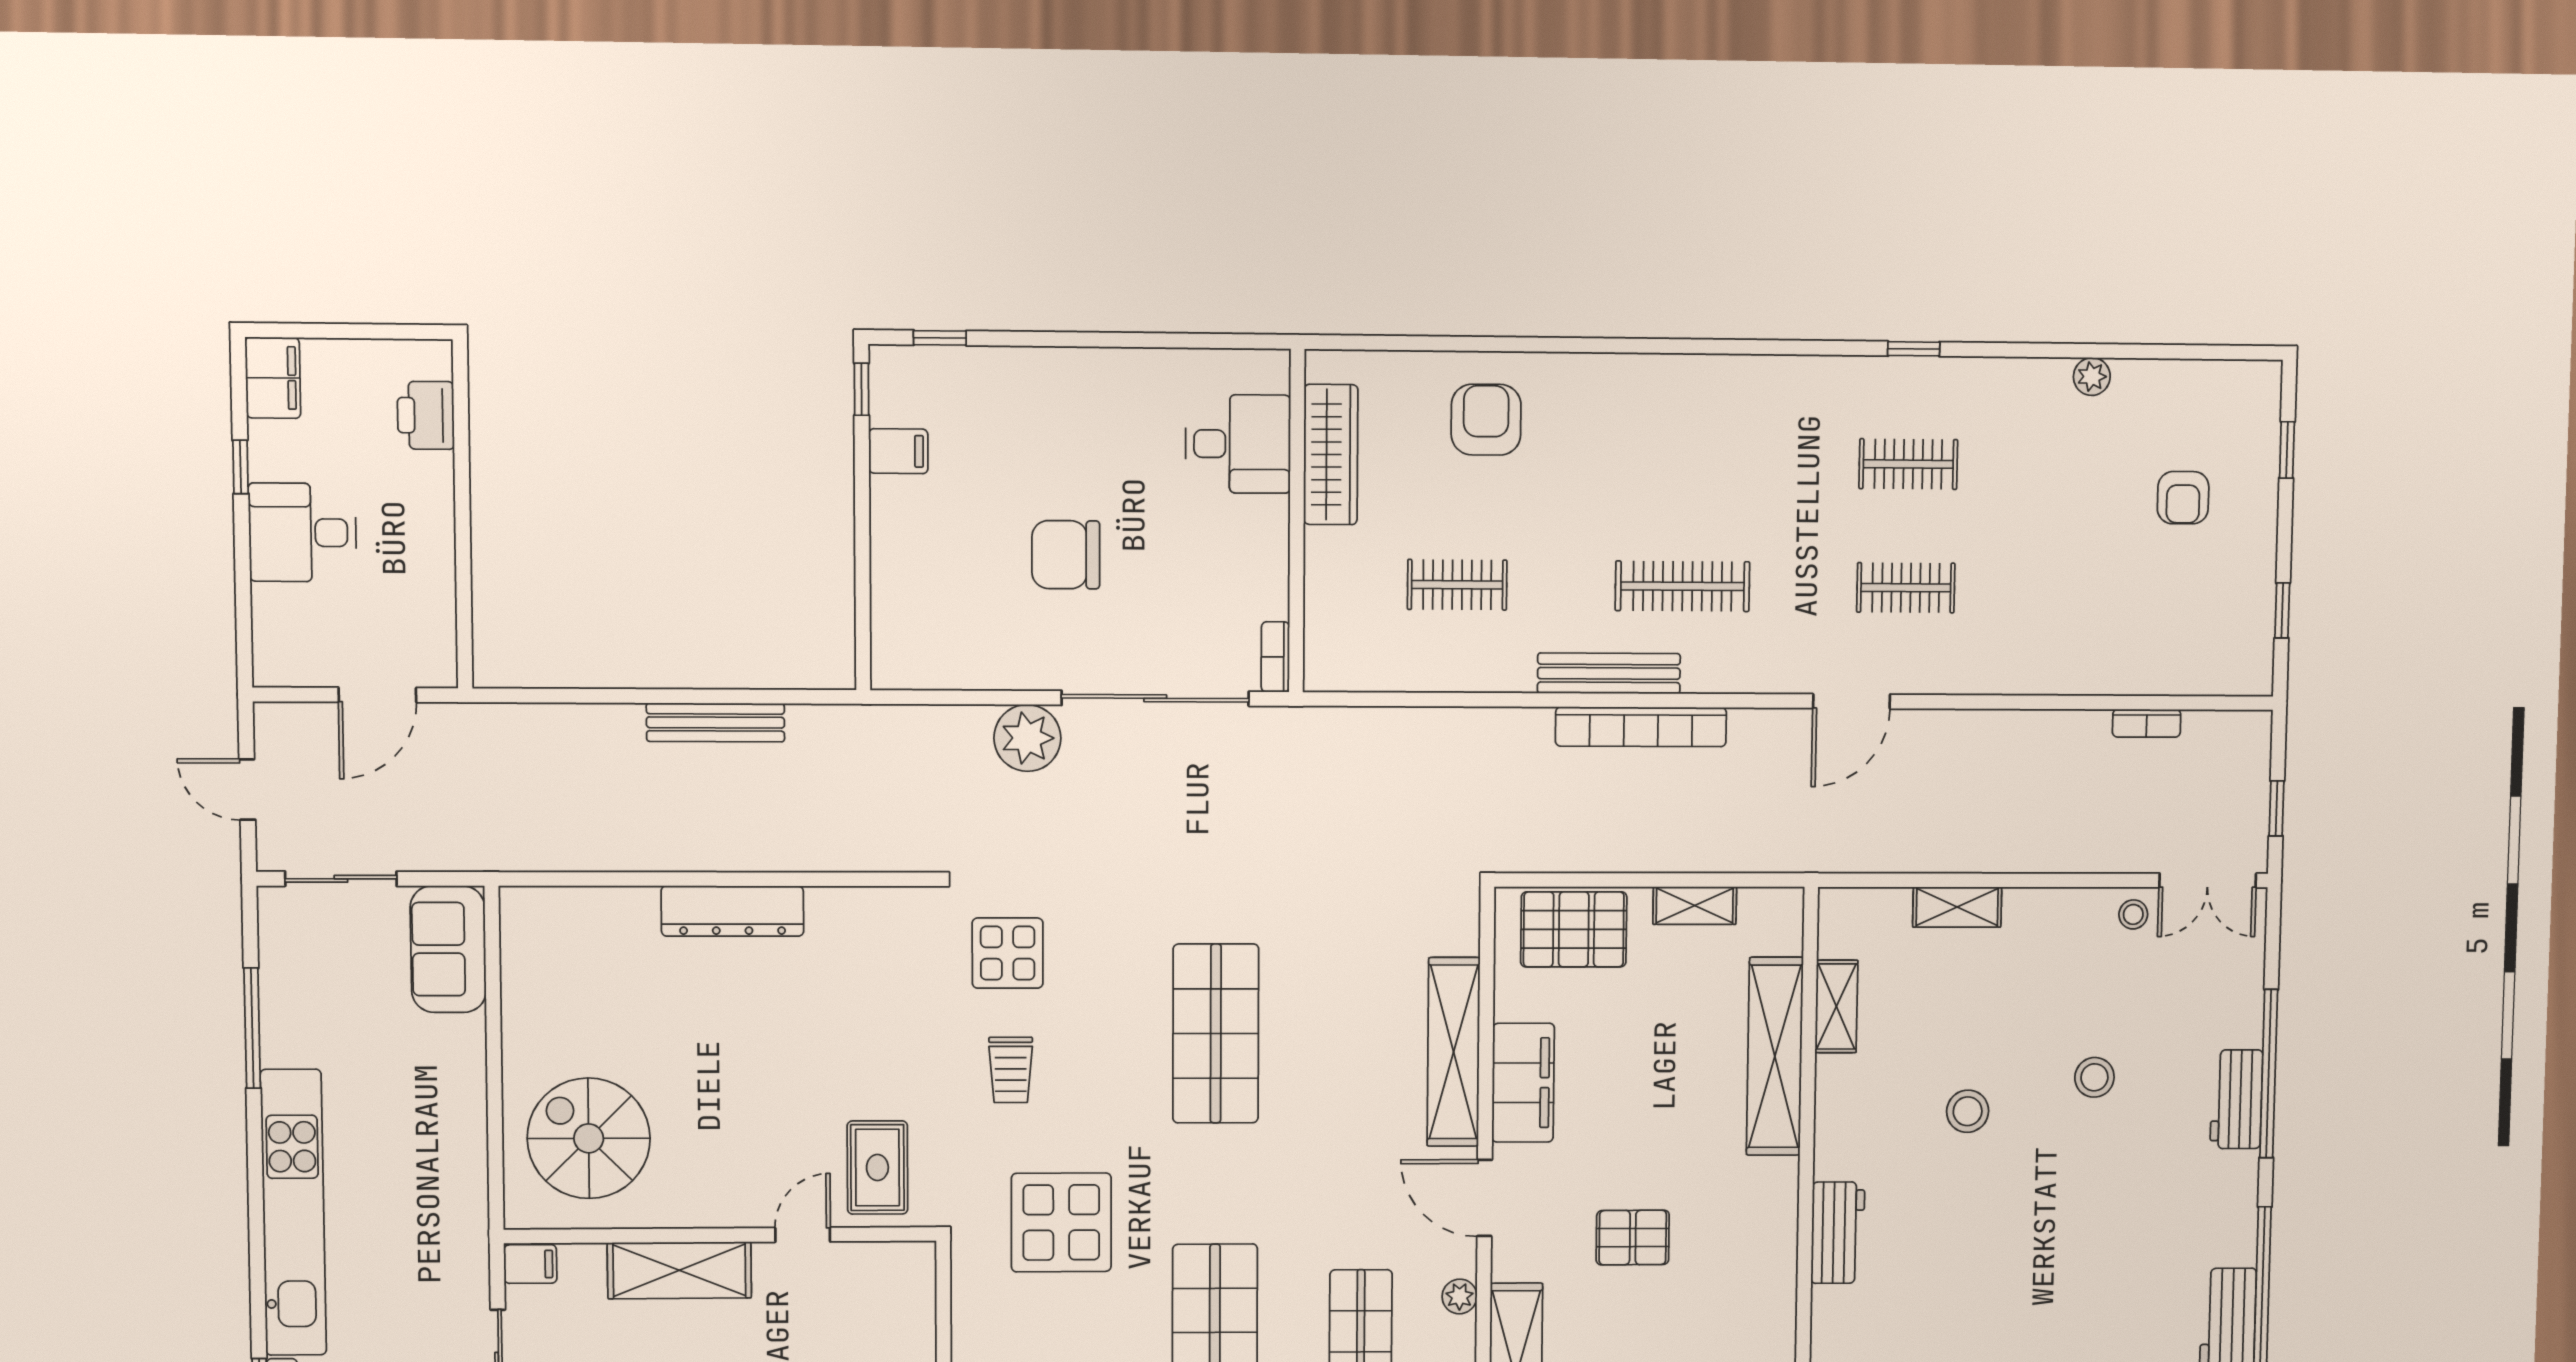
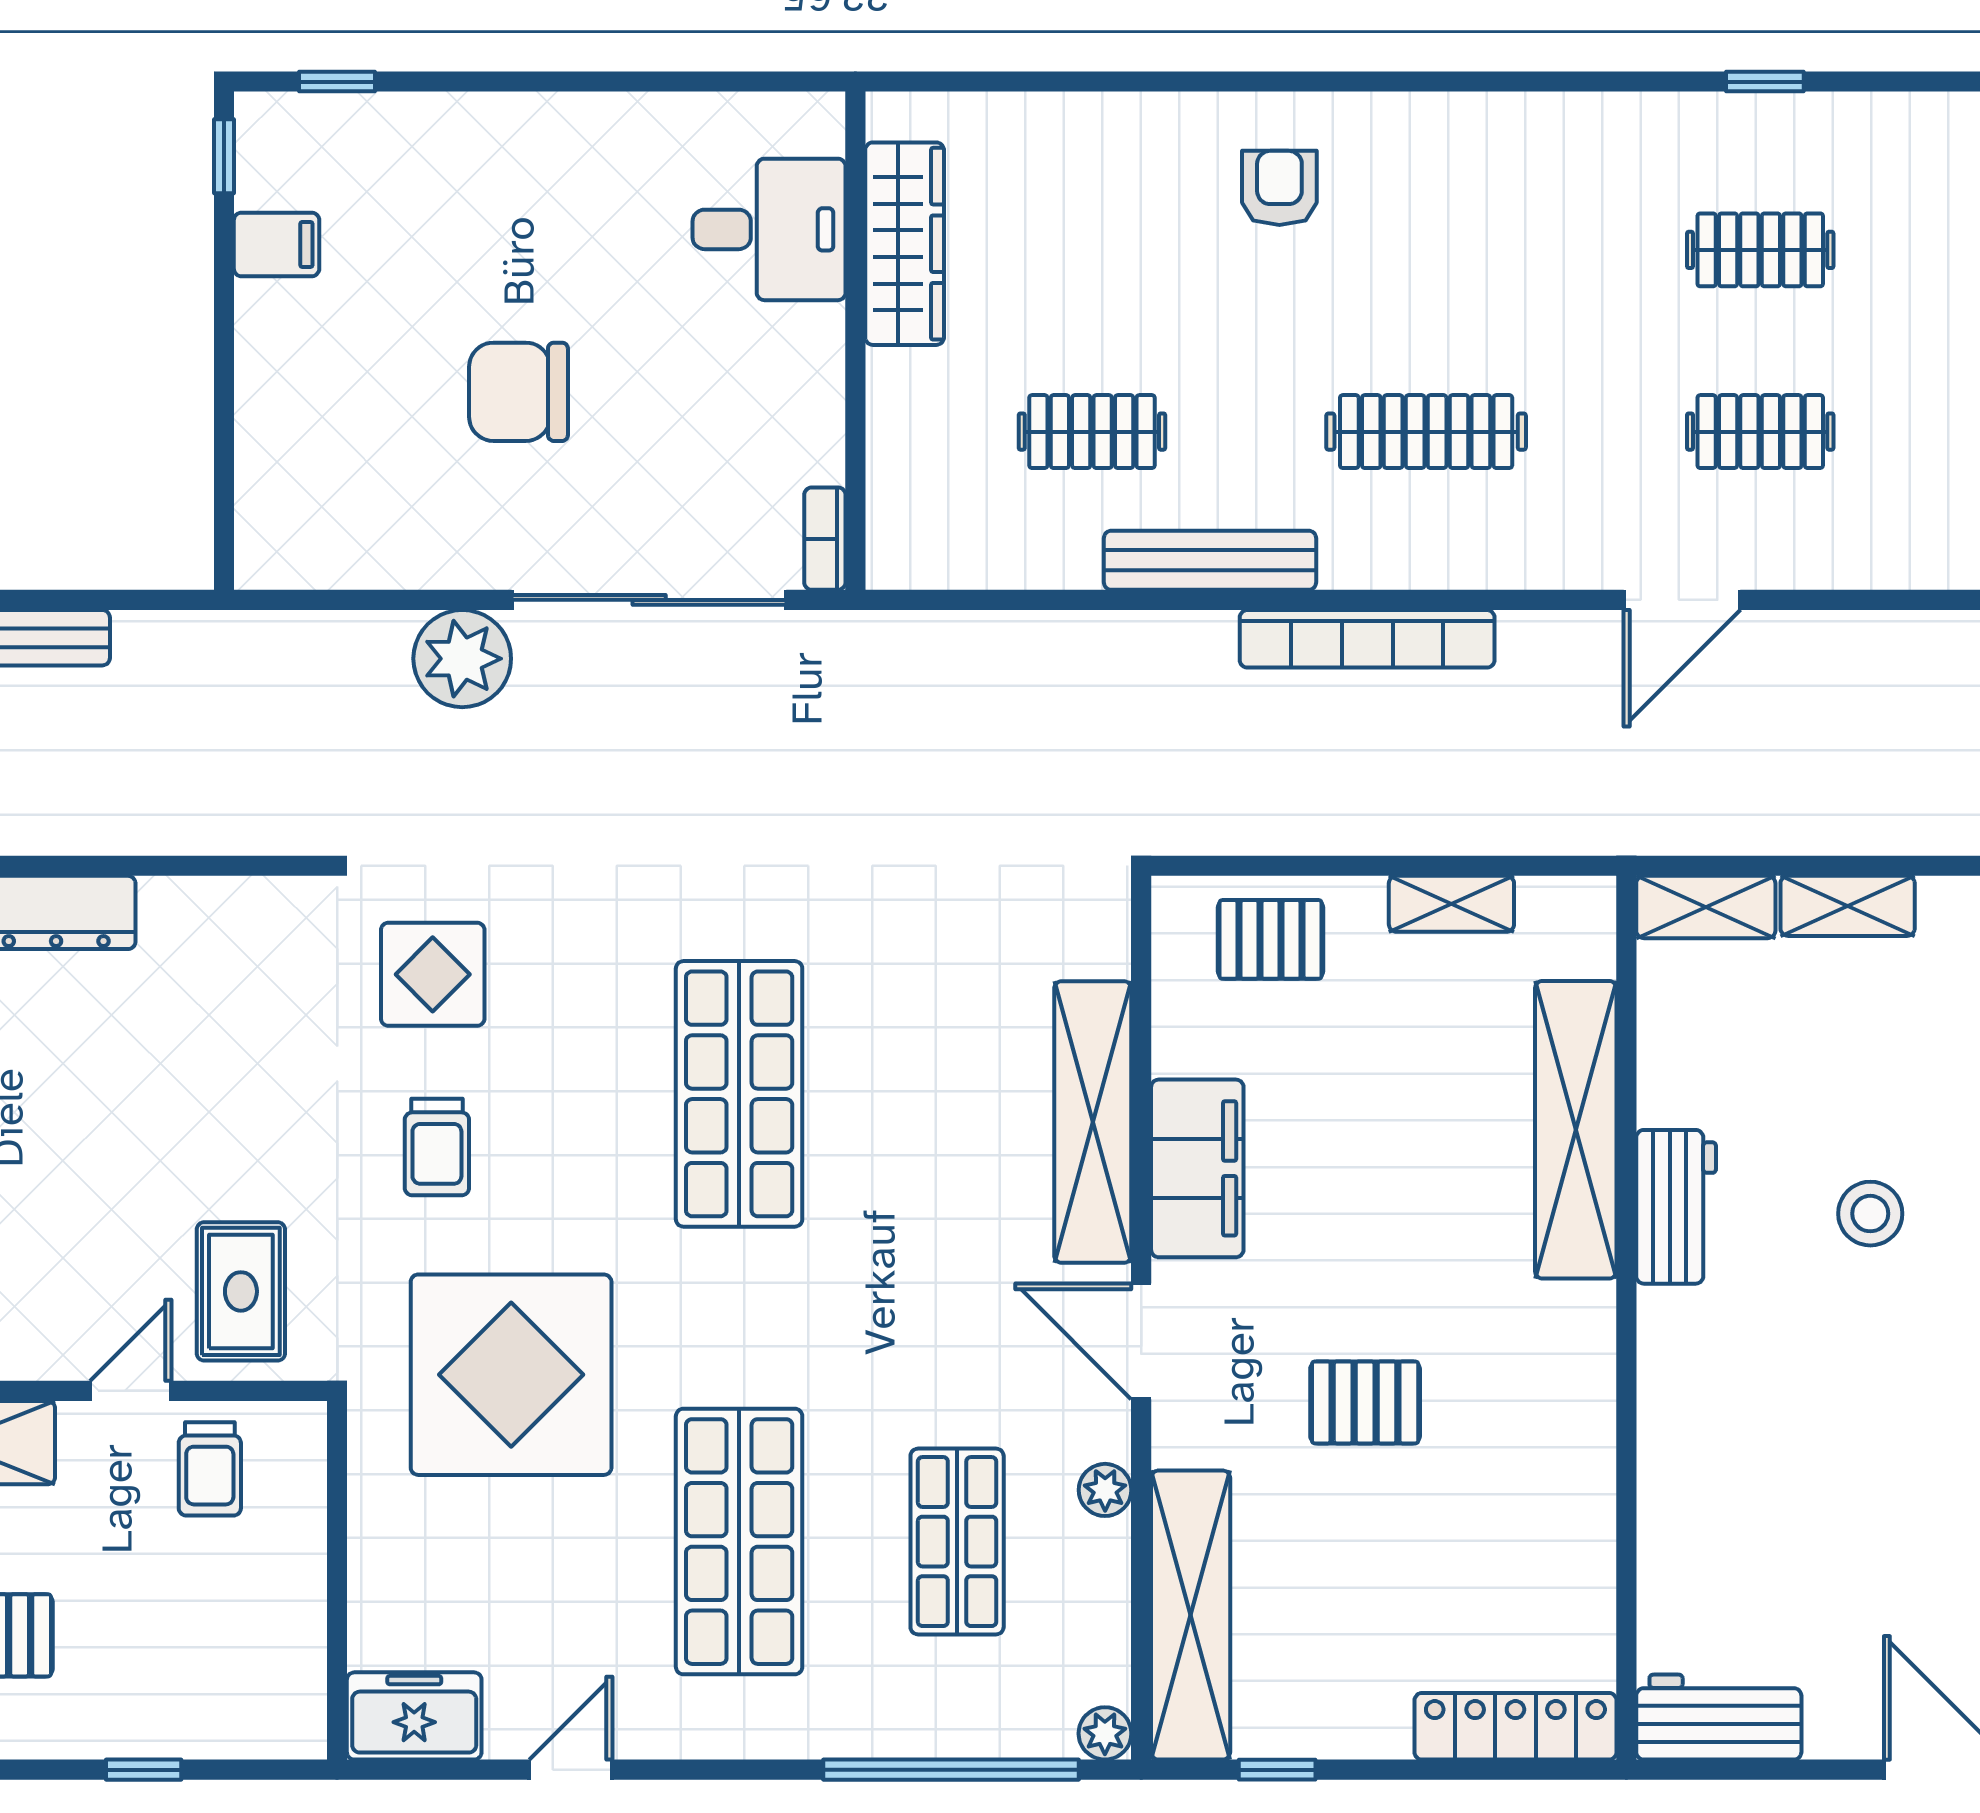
armchair: (1486, 420) -> (1279, 188), moved, width x0.72, depth x0.72
bench: (1609, 673) -> (1210, 560), moved
pallet: (1574, 929) -> (1271, 939), width x0.67, depth x0.71
shelving: (1836, 1006) -> (1706, 907), moved, turned 90
display table: (1061, 1222) -> (511, 1375), width x1.36, depth x1.36
workbench: (1838, 1233) -> (1676, 1207), moved
trolley: (857, 1287) -> (210, 1469), added

